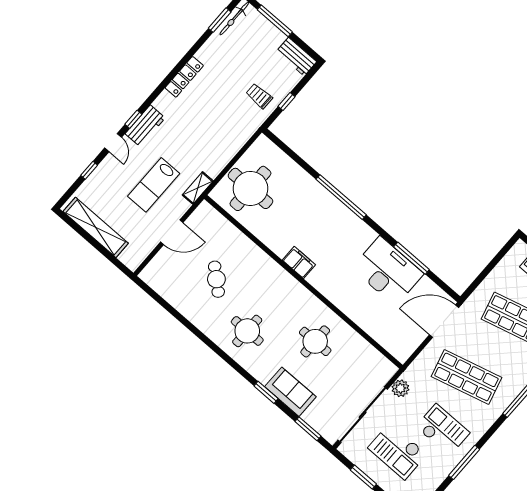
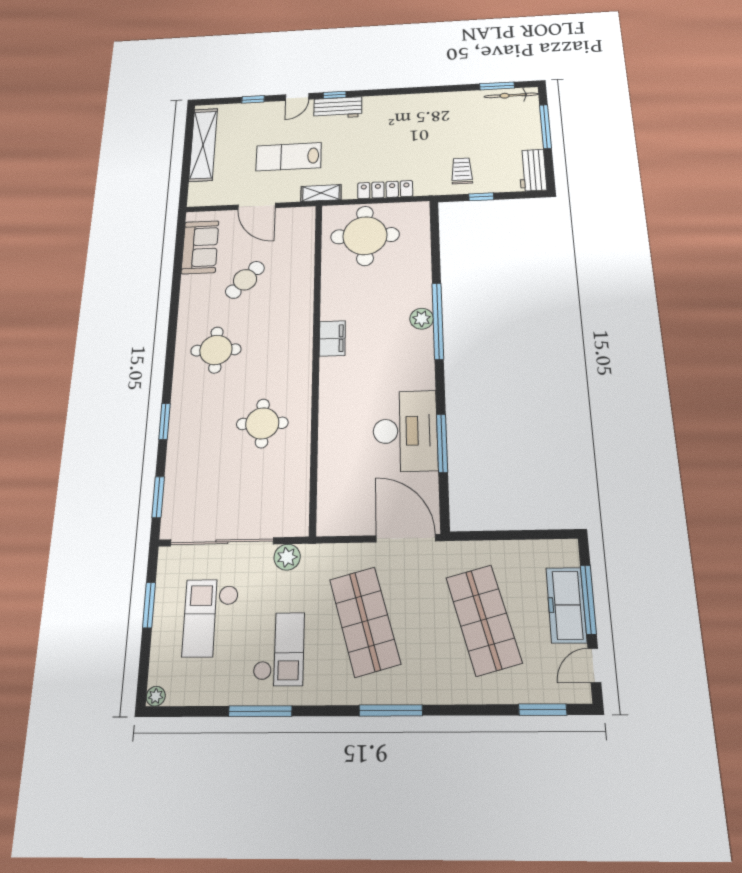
locker: (184, 77) -> (385, 190), moved, turned 180
plant: (332, 204) -> (422, 319), added
sofa: (290, 392) -> (200, 247), moved

